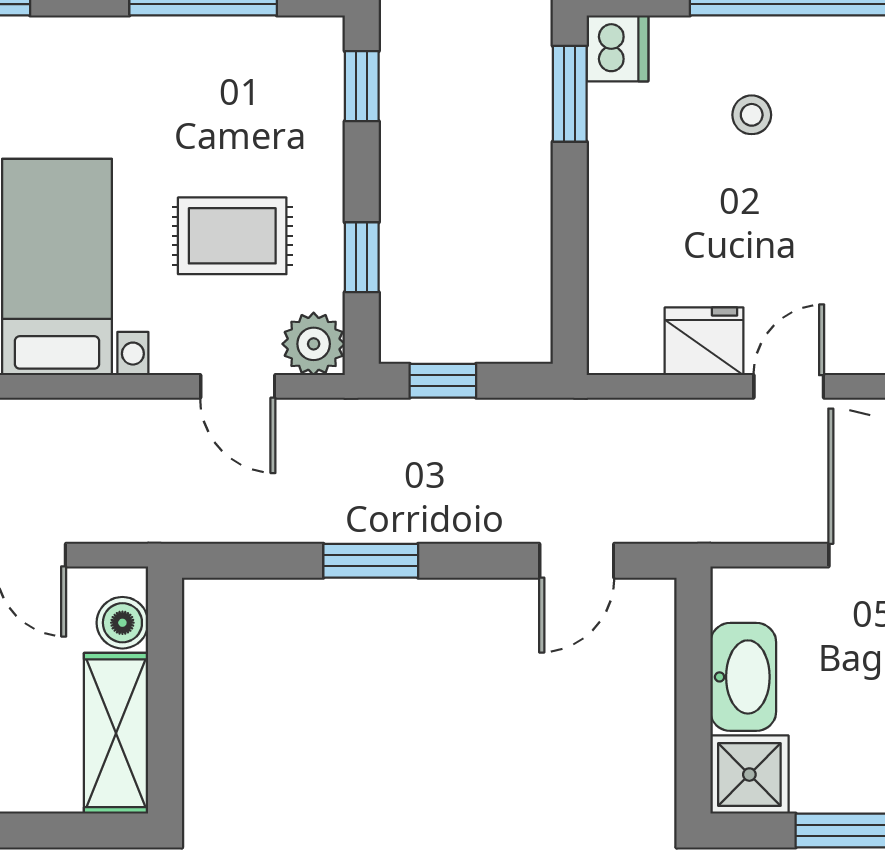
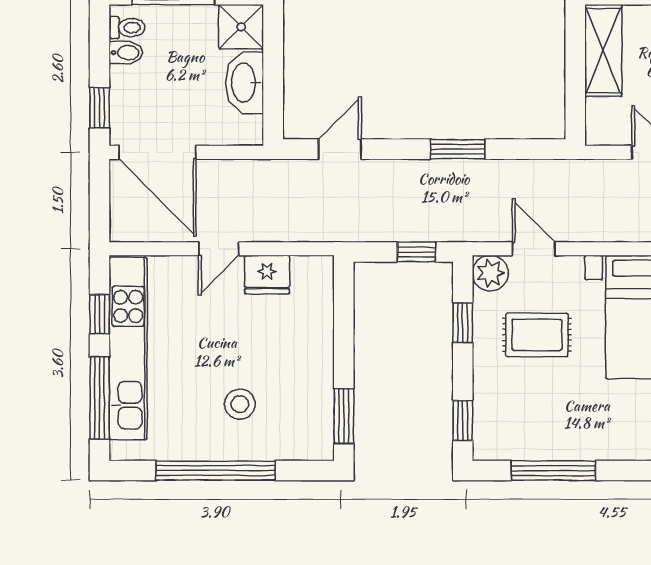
dishwasher: (617, 48) -> (317, 442), removed
stool: (752, 115) -> (240, 404), width x1.37, depth x1.37
boiler: (122, 623) -> (600, 114), removed

